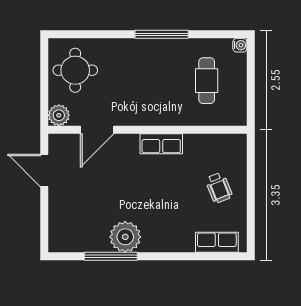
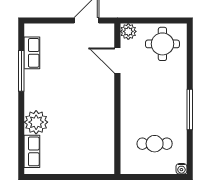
row of seats: (161, 144) -> (32, 53), moved, turned 180
wheelchair: (219, 188) -> (73, 153), removed
plant: (125, 237) -> (36, 122), moved

